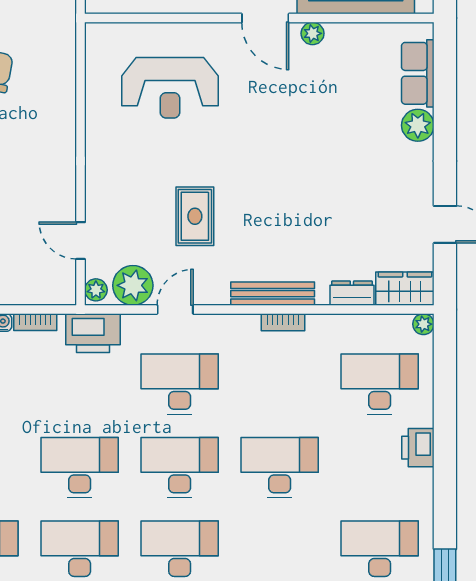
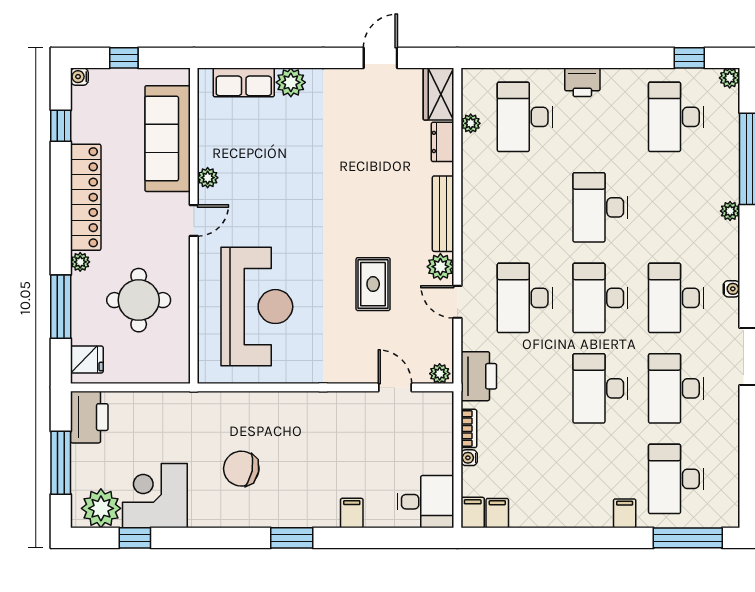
door: (265, 18) -> (194, 220), width x0.73
reception desk: (170, 88) -> (257, 307), width x1.36, depth x1.30
rug: (195, 216) -> (373, 284), turned 90
door: (81, 241) -> (395, 387), swing flipped
plant: (133, 285) -> (440, 267), moved, width x0.73, depth x0.73
bookcase: (283, 322) -> (469, 204), removed
plant: (423, 324) -> (471, 123), moved

